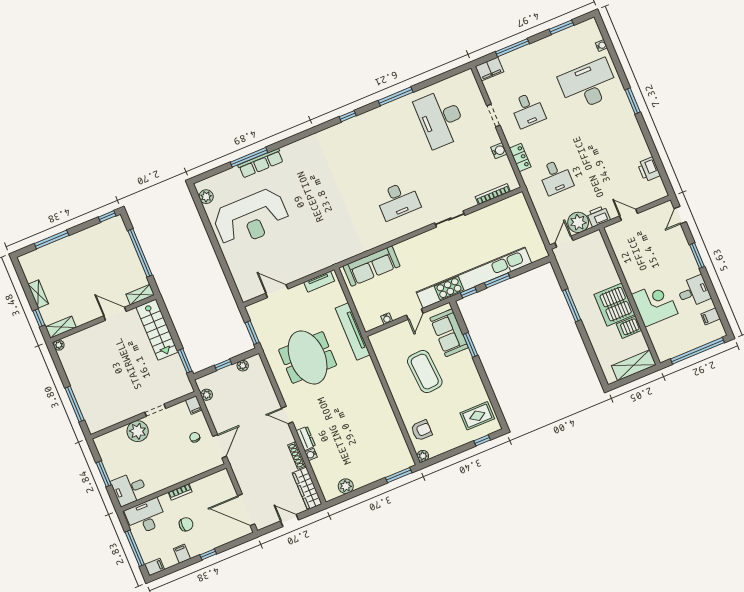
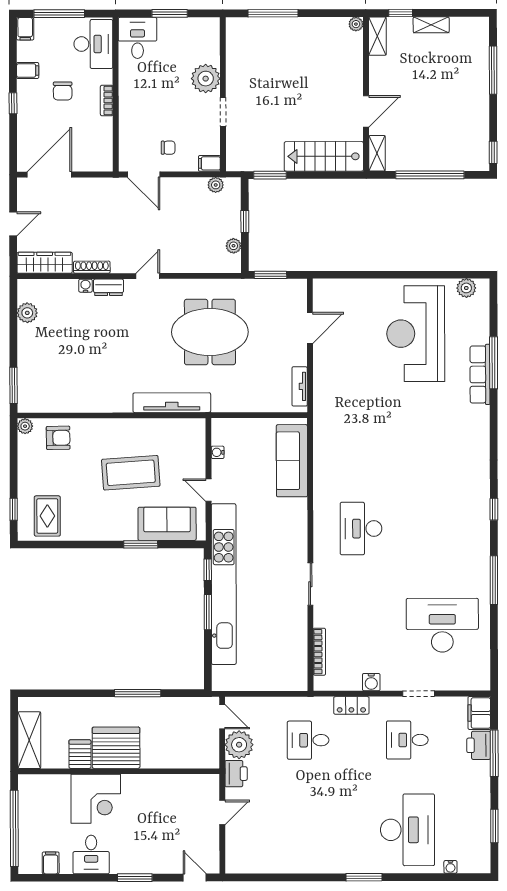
printer: (649, 169) -> (479, 745), moved, turned -90
tv unit: (353, 331) -> (172, 403), moved
armchair: (421, 430) -> (58, 438), turned -91

